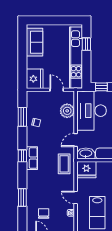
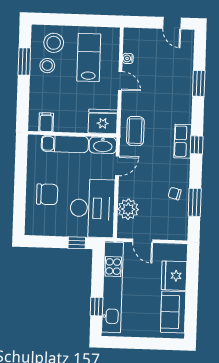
fridge: (35, 79) -> (174, 276), moved
chair: (44, 214) -> (168, 59), removed

